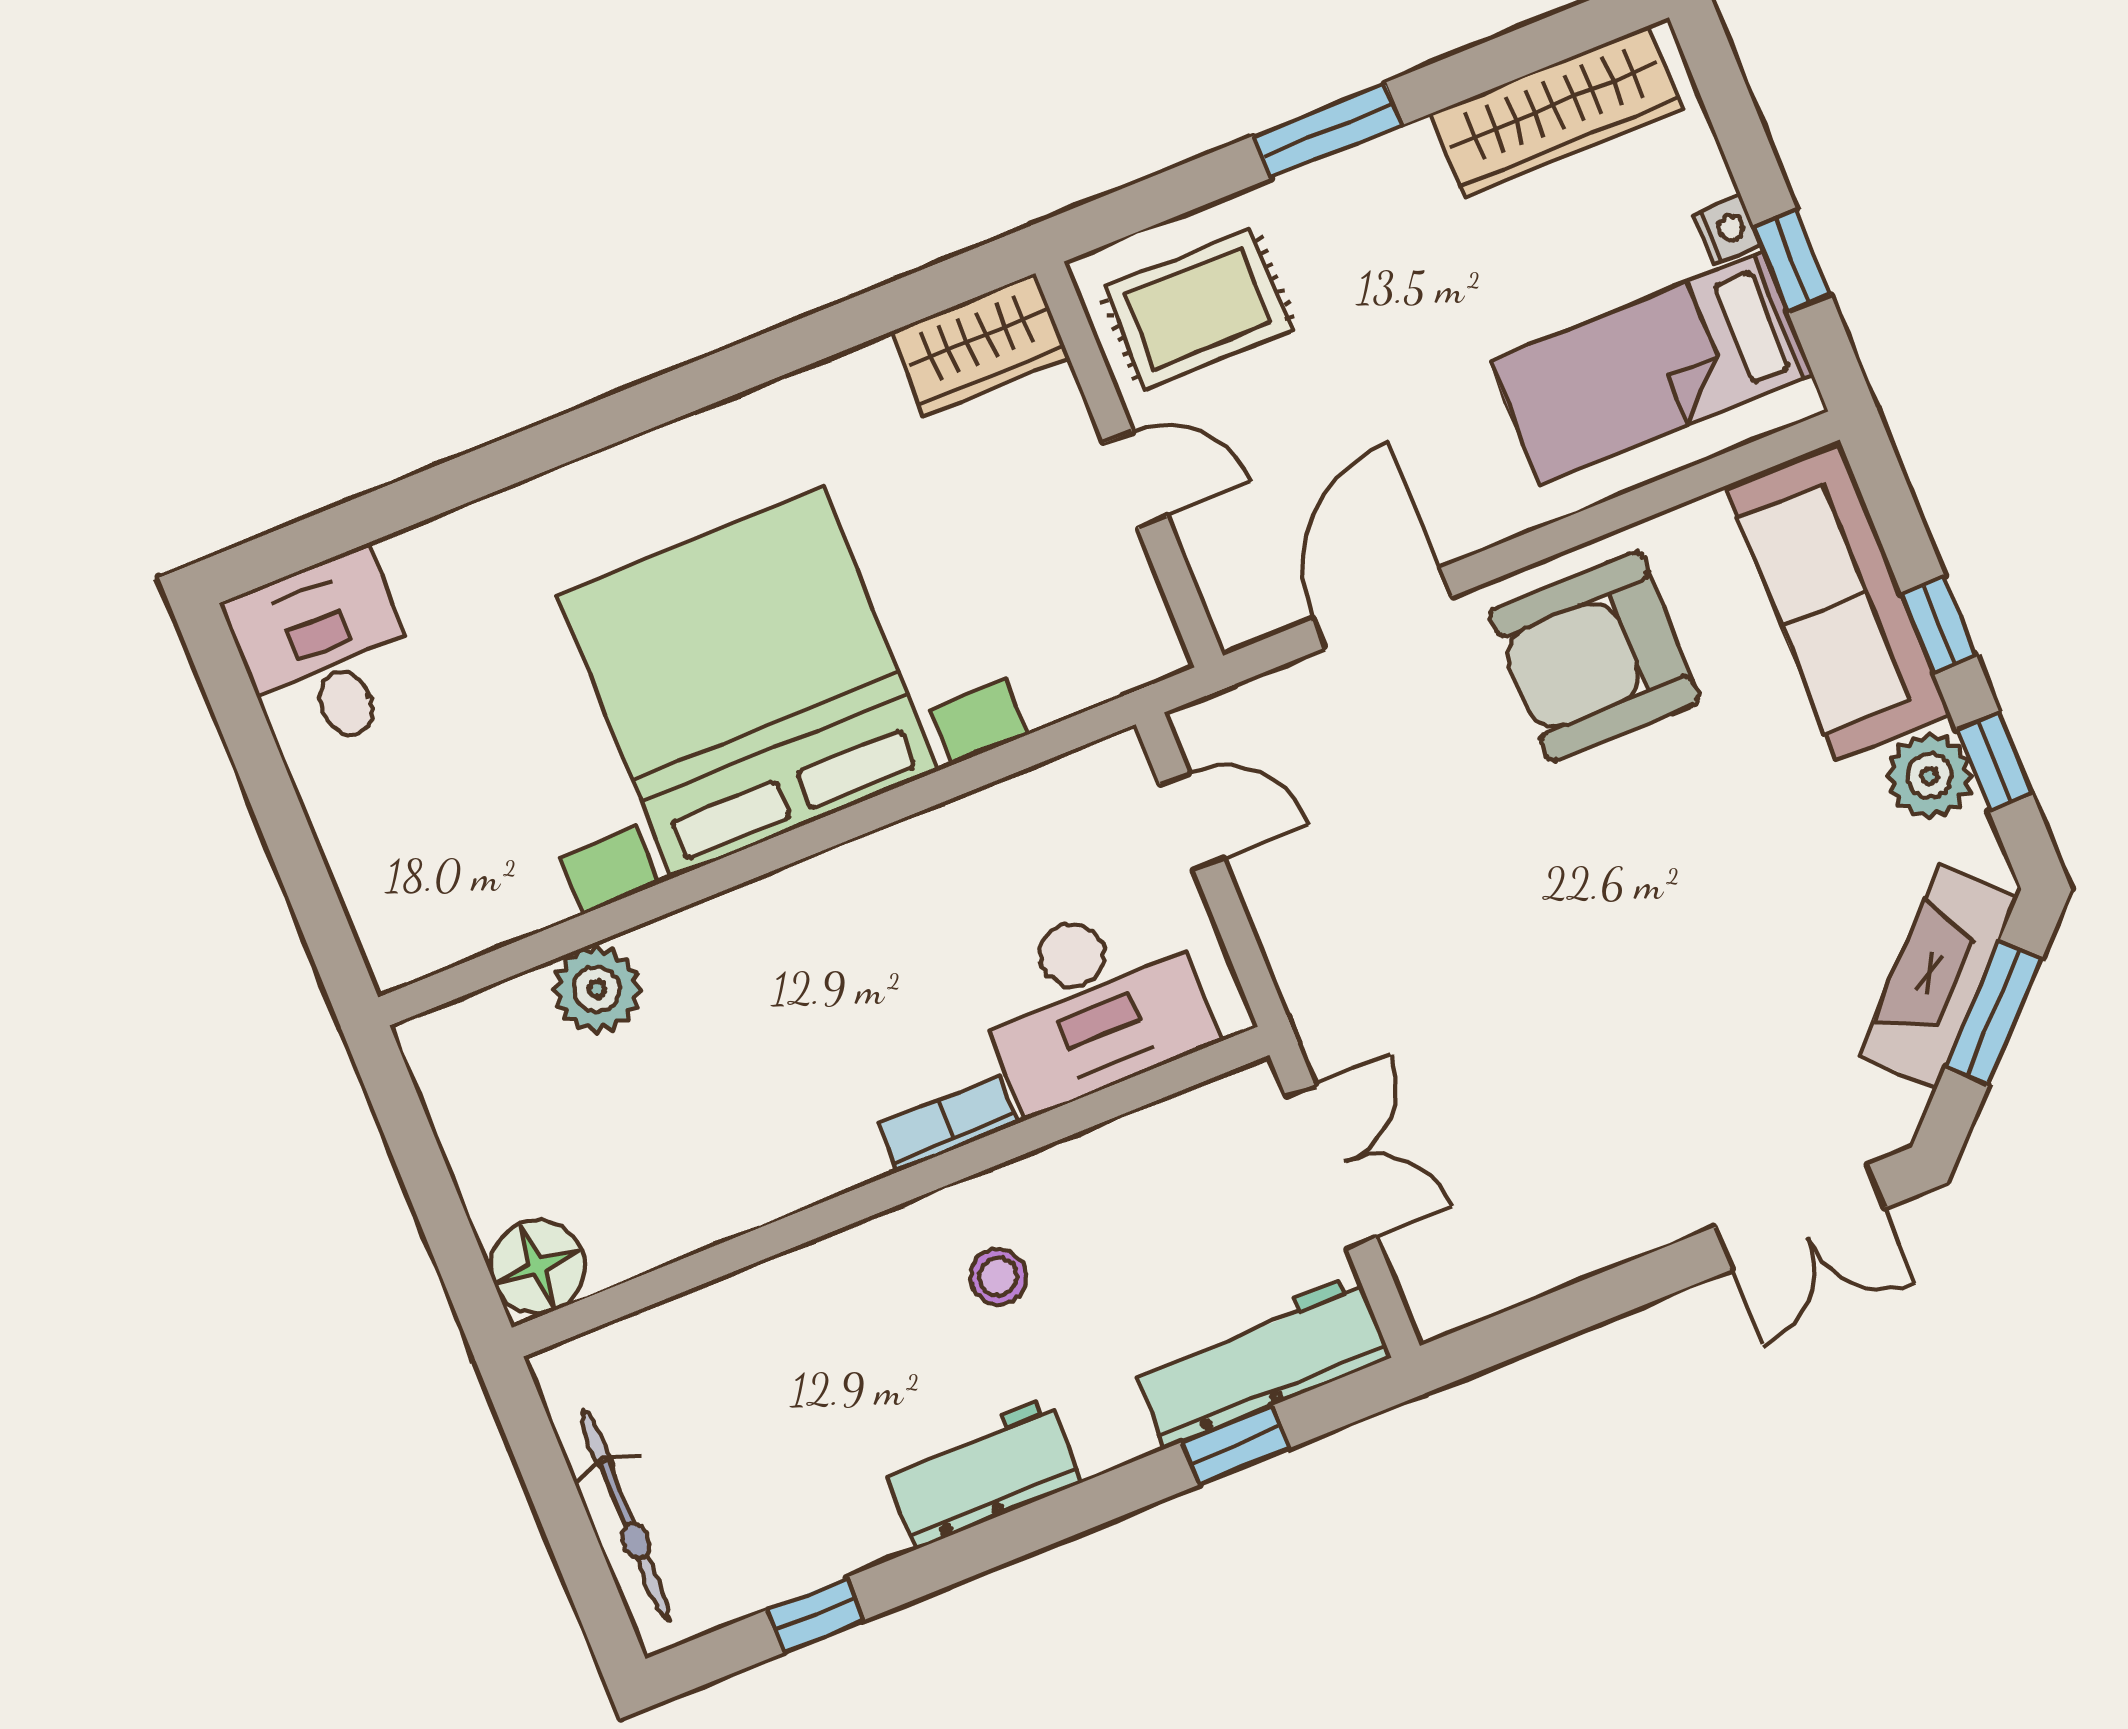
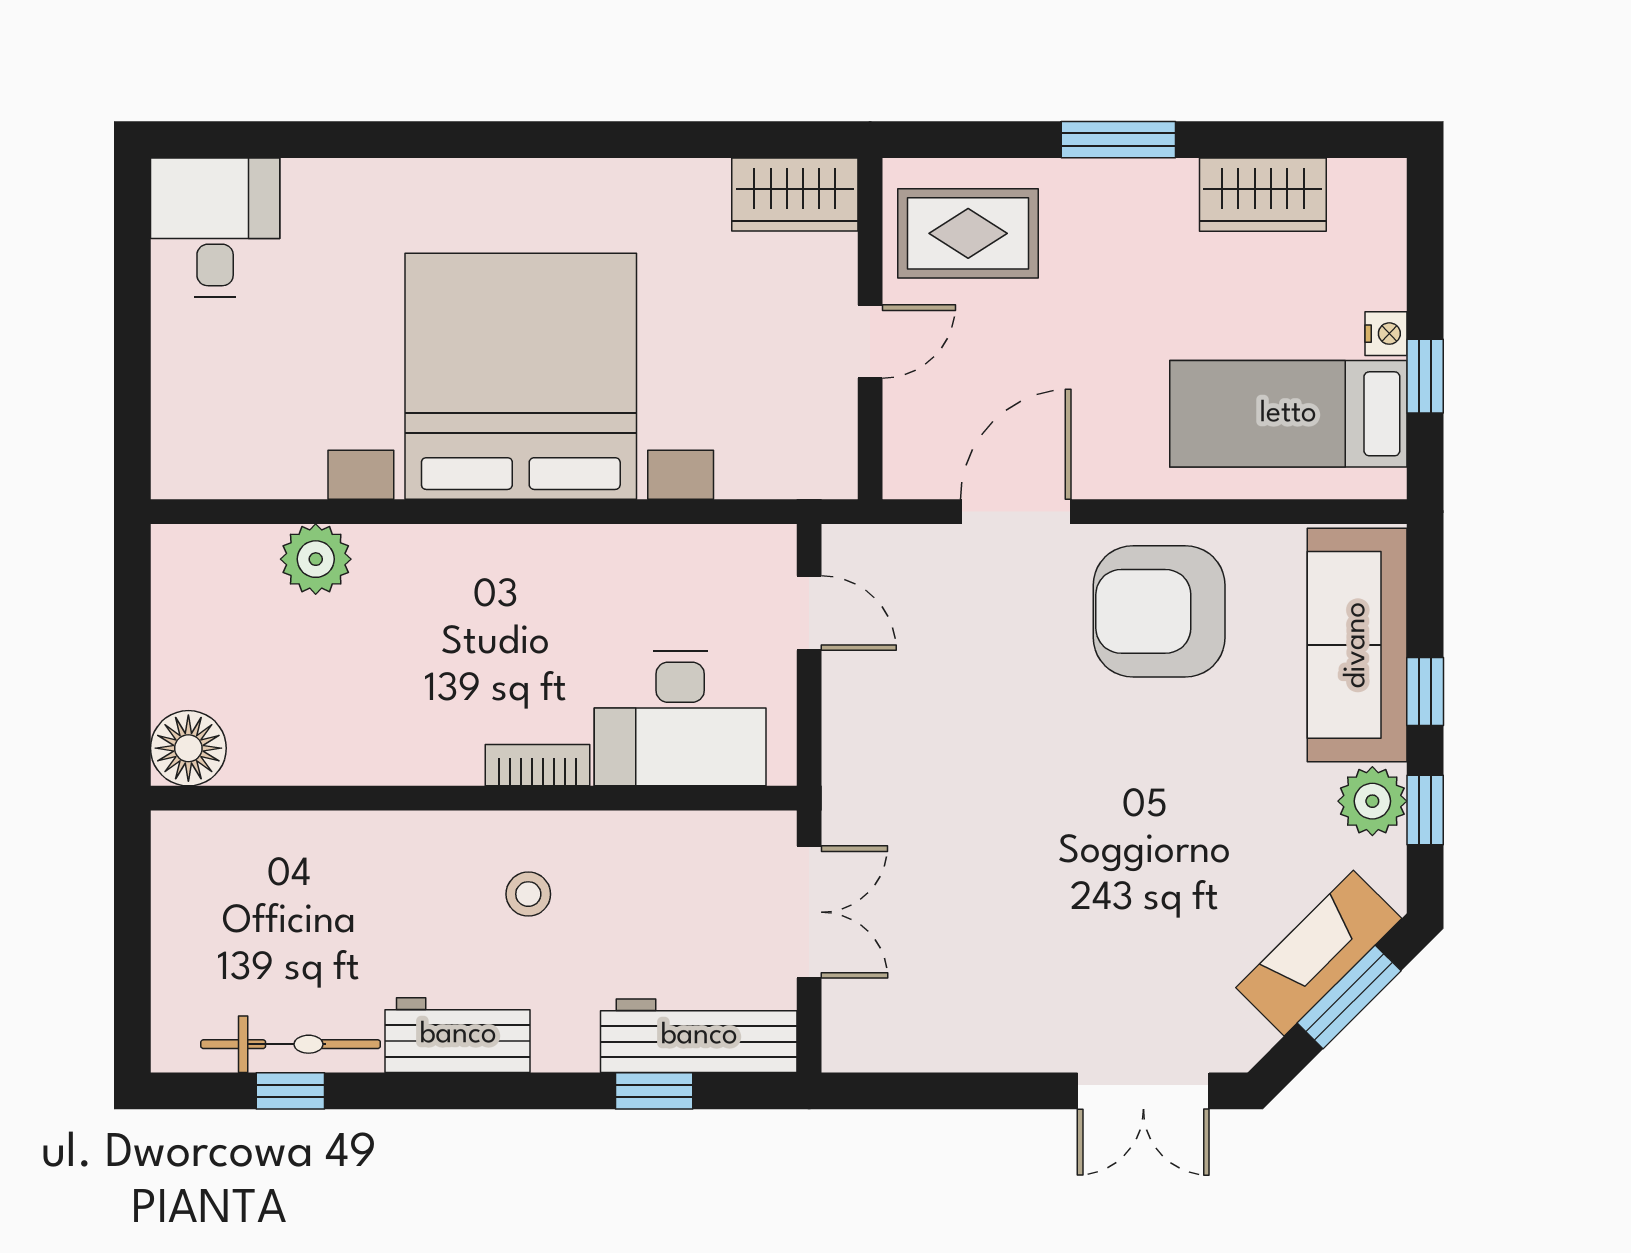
wardrobe: (1557, 112) -> (1263, 195), width x0.67
door: (1135, 479) -> (870, 341), hinge flipped
bicycle: (626, 1516) -> (291, 1044), moved, turned -90

